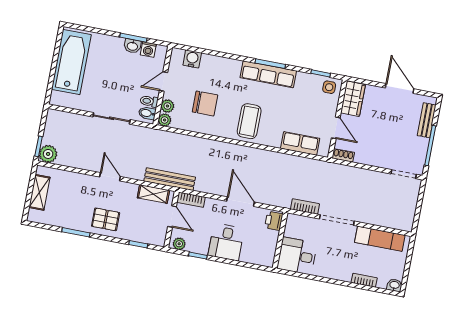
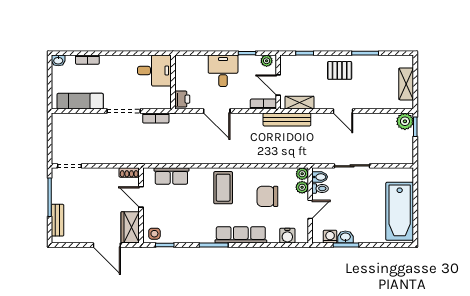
row of seats: (268, 74) -> (241, 235), moved
door: (400, 88) -> (107, 245), moved

